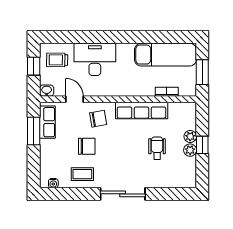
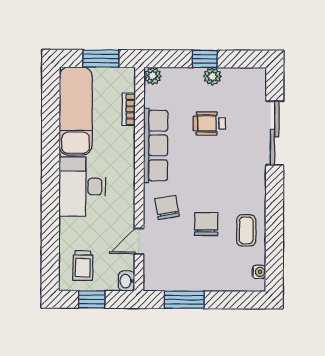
desk: (95, 59) -> (82, 186), moved
row of seats: (47, 122) -> (172, 280), removed
plant: (190, 136) -> (153, 76), moved
sliding door: (123, 194) -> (275, 133), moved

